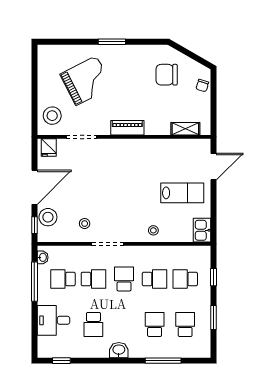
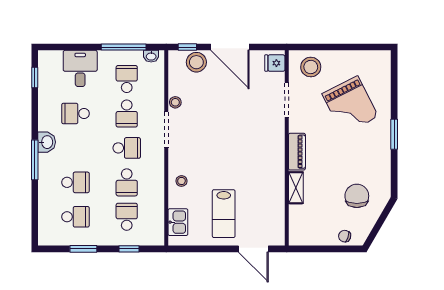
shelving: (185, 129) -> (296, 188), moved
stool: (85, 224) -> (175, 102), moved
kitchen sink: (202, 230) -> (178, 222), moved, turned 90
window: (163, 361) -> (35, 160), moved

